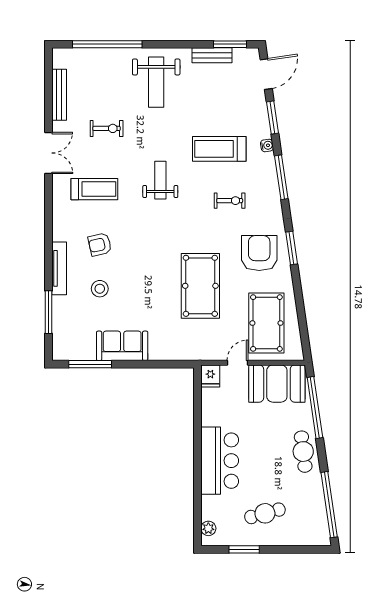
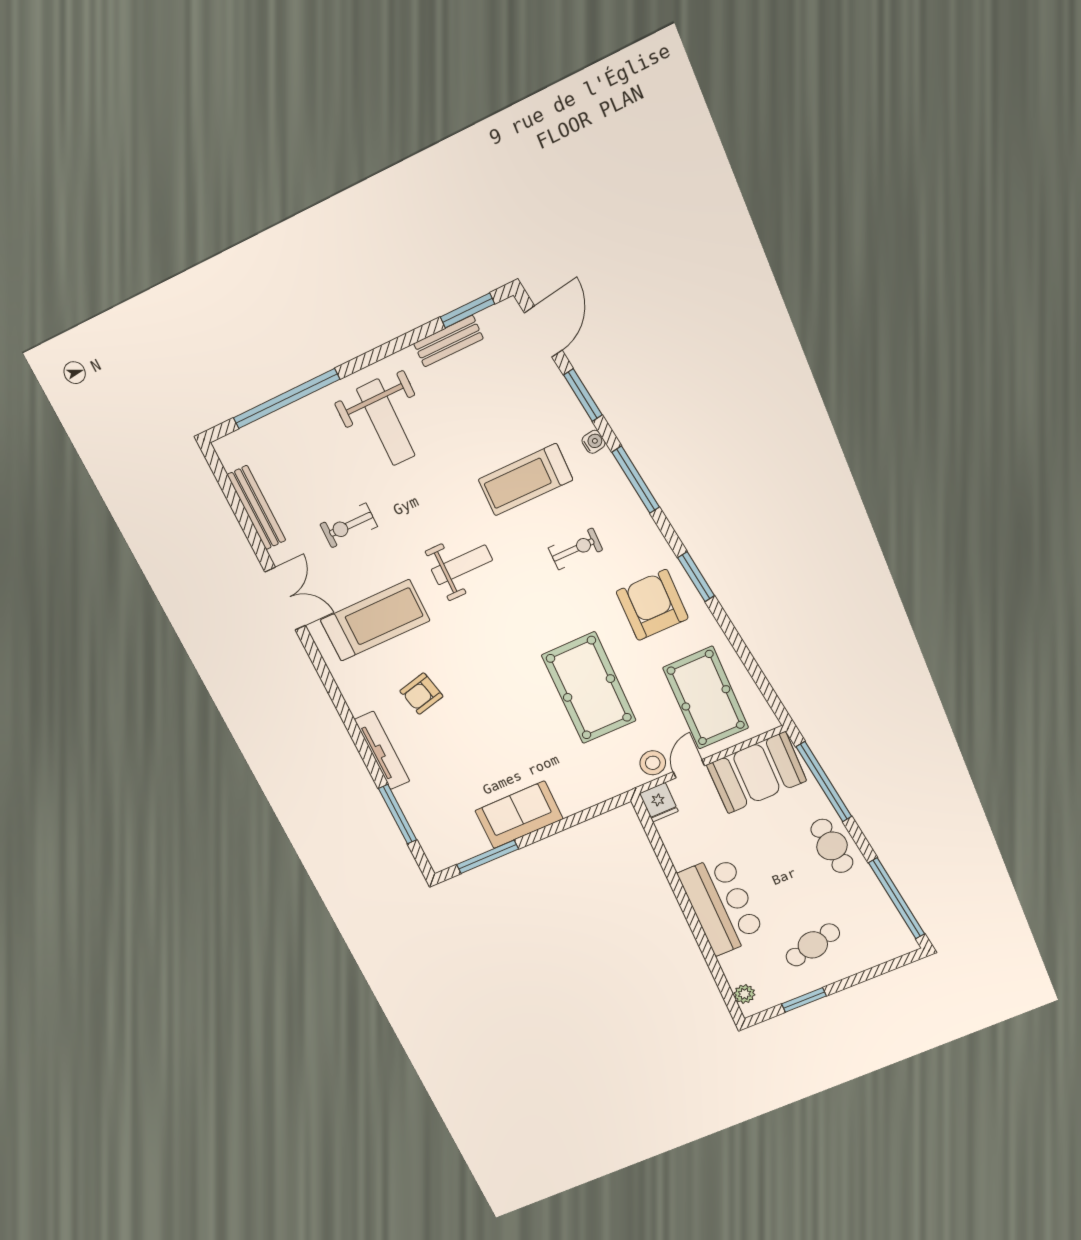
exercise bike: (107, 128) -> (349, 525), turned 180
weight bench: (160, 180) -> (462, 565), turned 90
treadmill: (94, 189) -> (375, 620), width x1.37, depth x1.38
stool: (100, 289) -> (653, 763), moved

